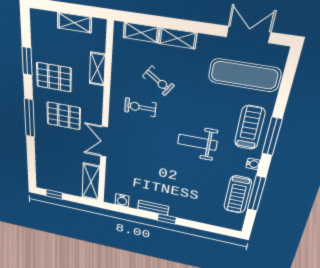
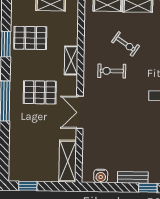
shelving: (97, 69) -> (71, 60), moved
pallet: (54, 77) -> (30, 38), moved

